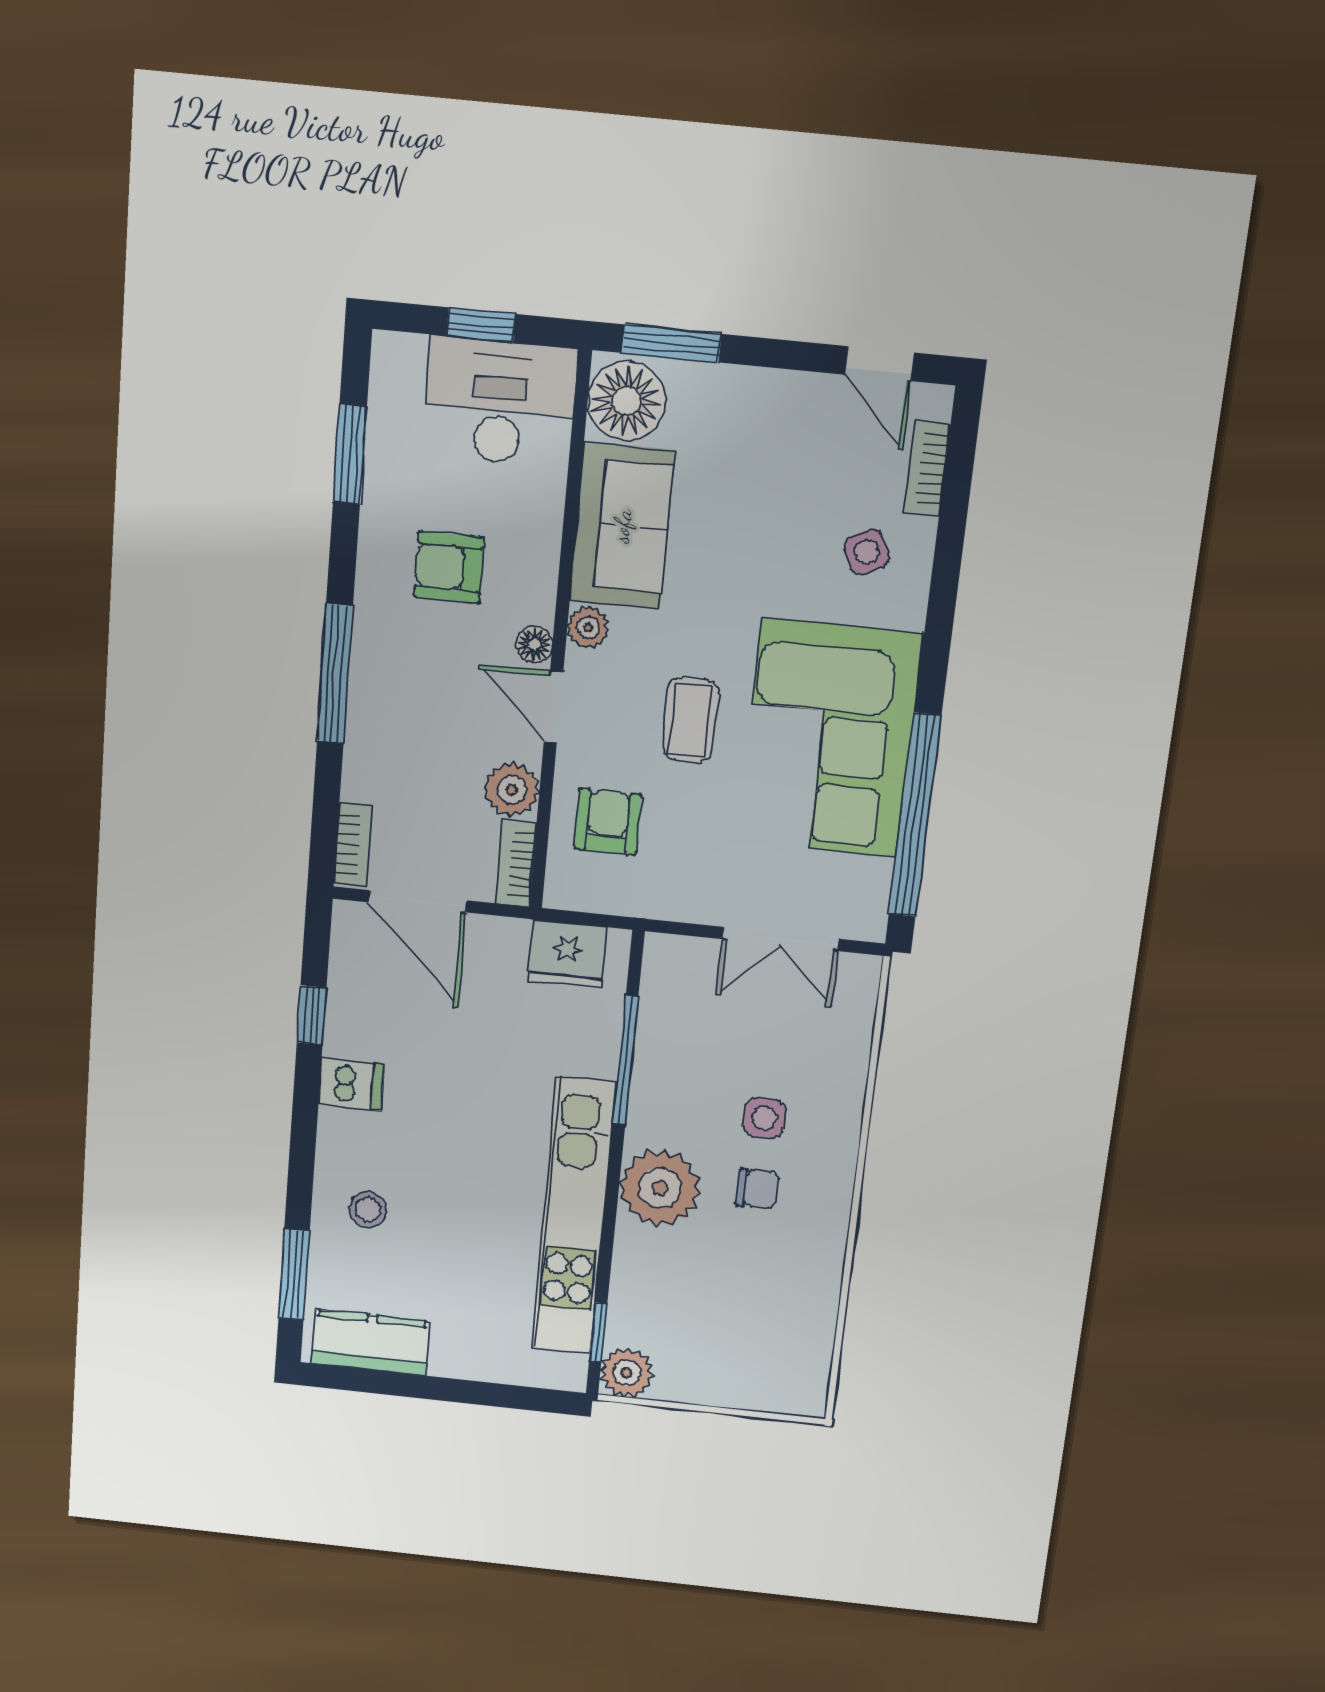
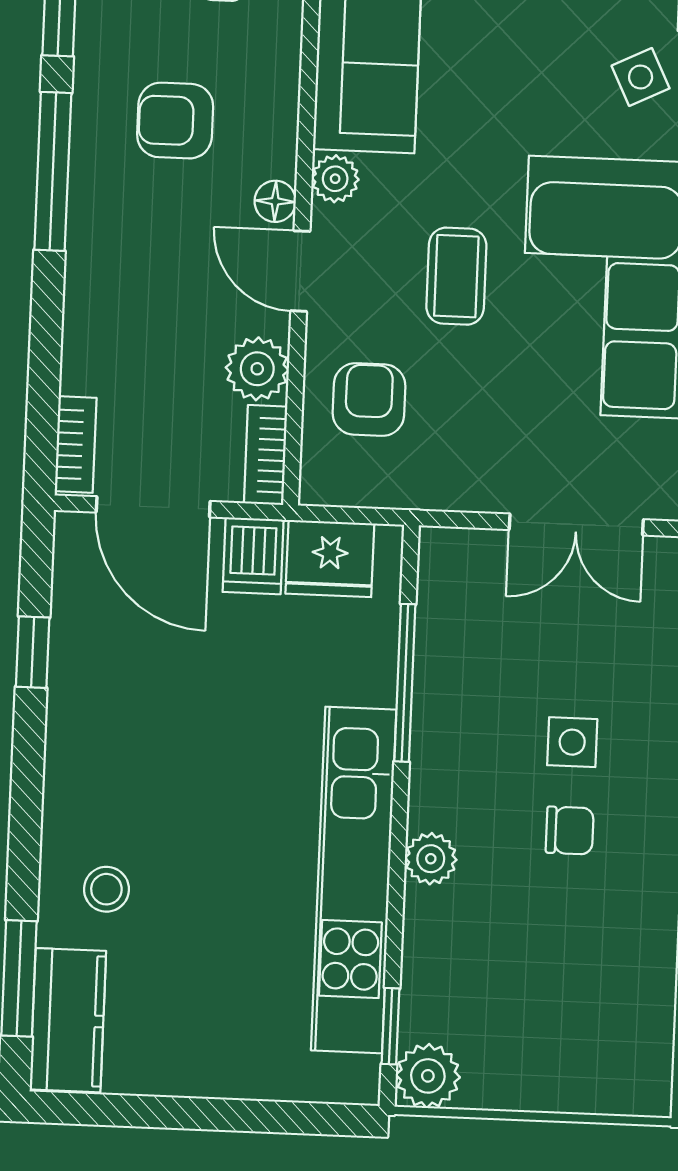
window: (335, 674) -> (53, 171), moved
dishwasher: (351, 1084) -> (253, 556), moved, turned 90
plant: (660, 1188) -> (431, 859), width x0.53, depth x0.53
kitchen counter: (371, 1342) -> (68, 1020), moved, turned 90

